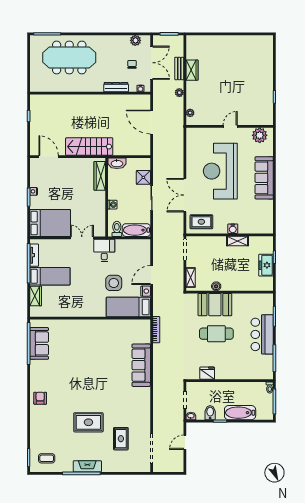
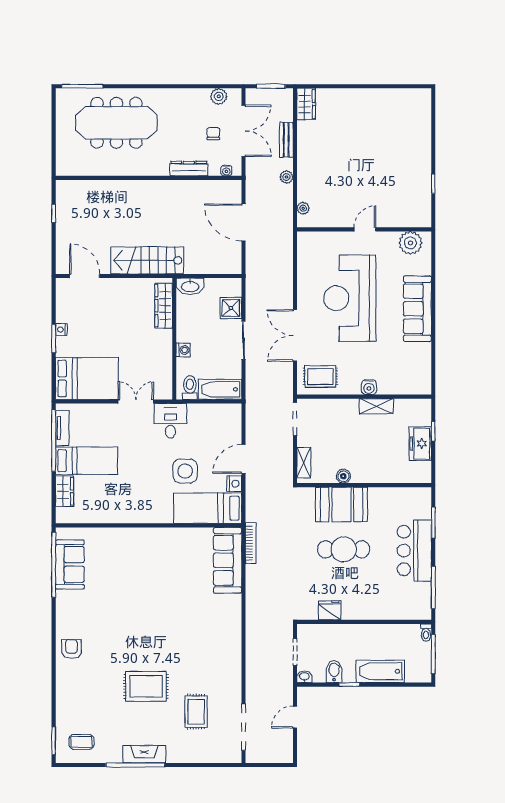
wardrobe: (192, 70) -> (306, 104), moved
sofa: (141, 365) -> (228, 560), moved

